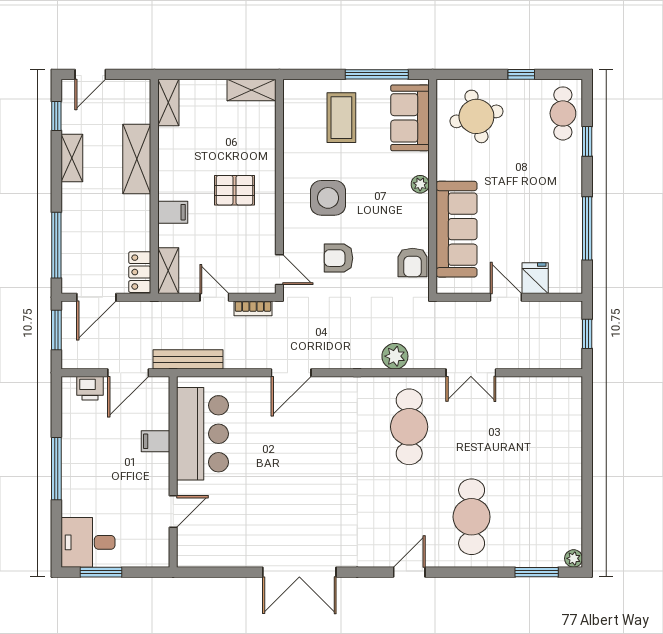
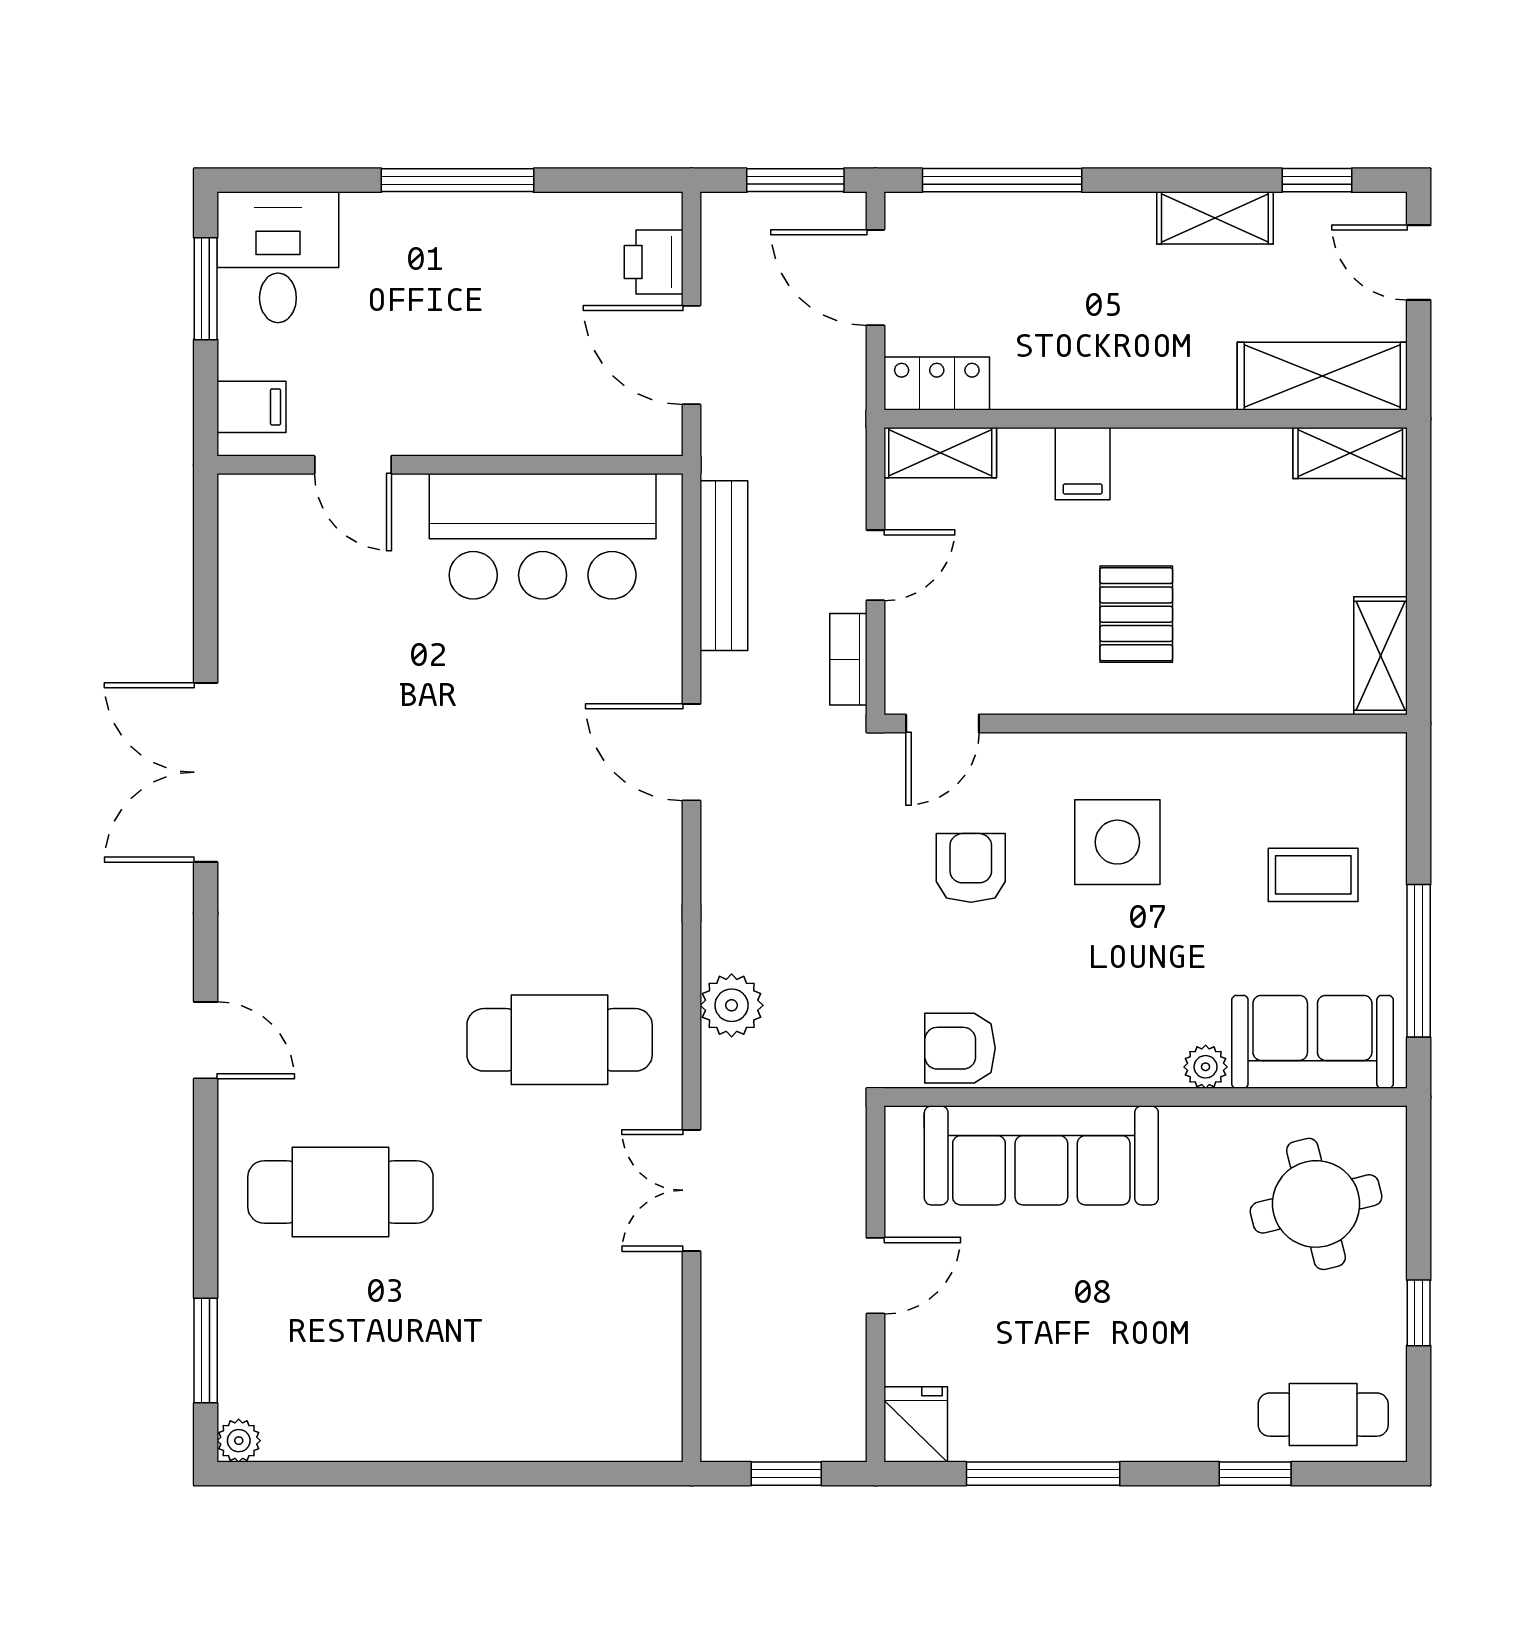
coffee table: (341, 118) -> (1313, 875), width x0.73, depth x0.77
shelving: (137, 159) -> (1322, 376), moved
plant: (420, 184) -> (1206, 1067), moved
fridge: (535, 278) -> (916, 1424), moved, turned -90
bench: (188, 359) -> (724, 566), moved
filing cabinet: (156, 441) -> (251, 407), moved, turned 90

